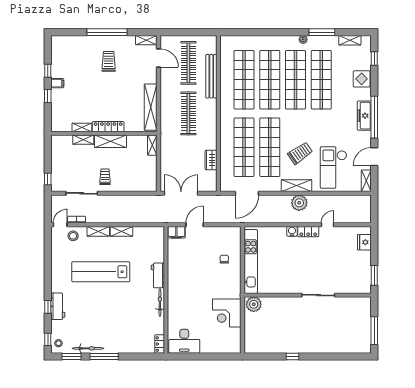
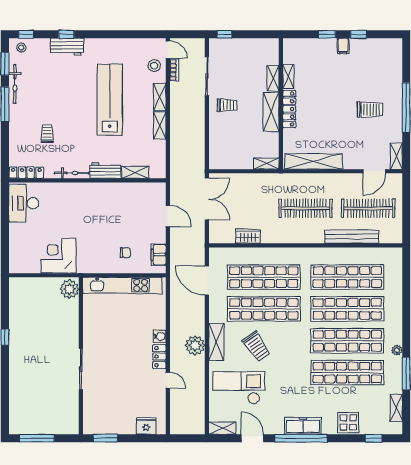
filing cabinet: (176, 232) -> (159, 255), moved
shelving: (159, 251) -> (135, 172), added
trolley: (128, 322) -> (47, 134), added
locker: (160, 344) -> (26, 173), width x1.53

